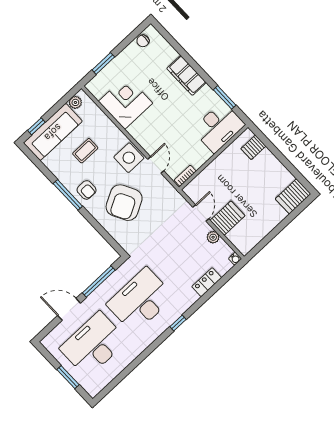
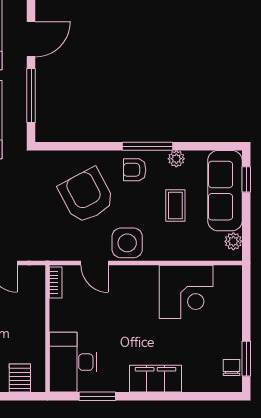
window: (103, 63) -> (246, 359), moved
plant: (60, 173) -> (176, 159), added

